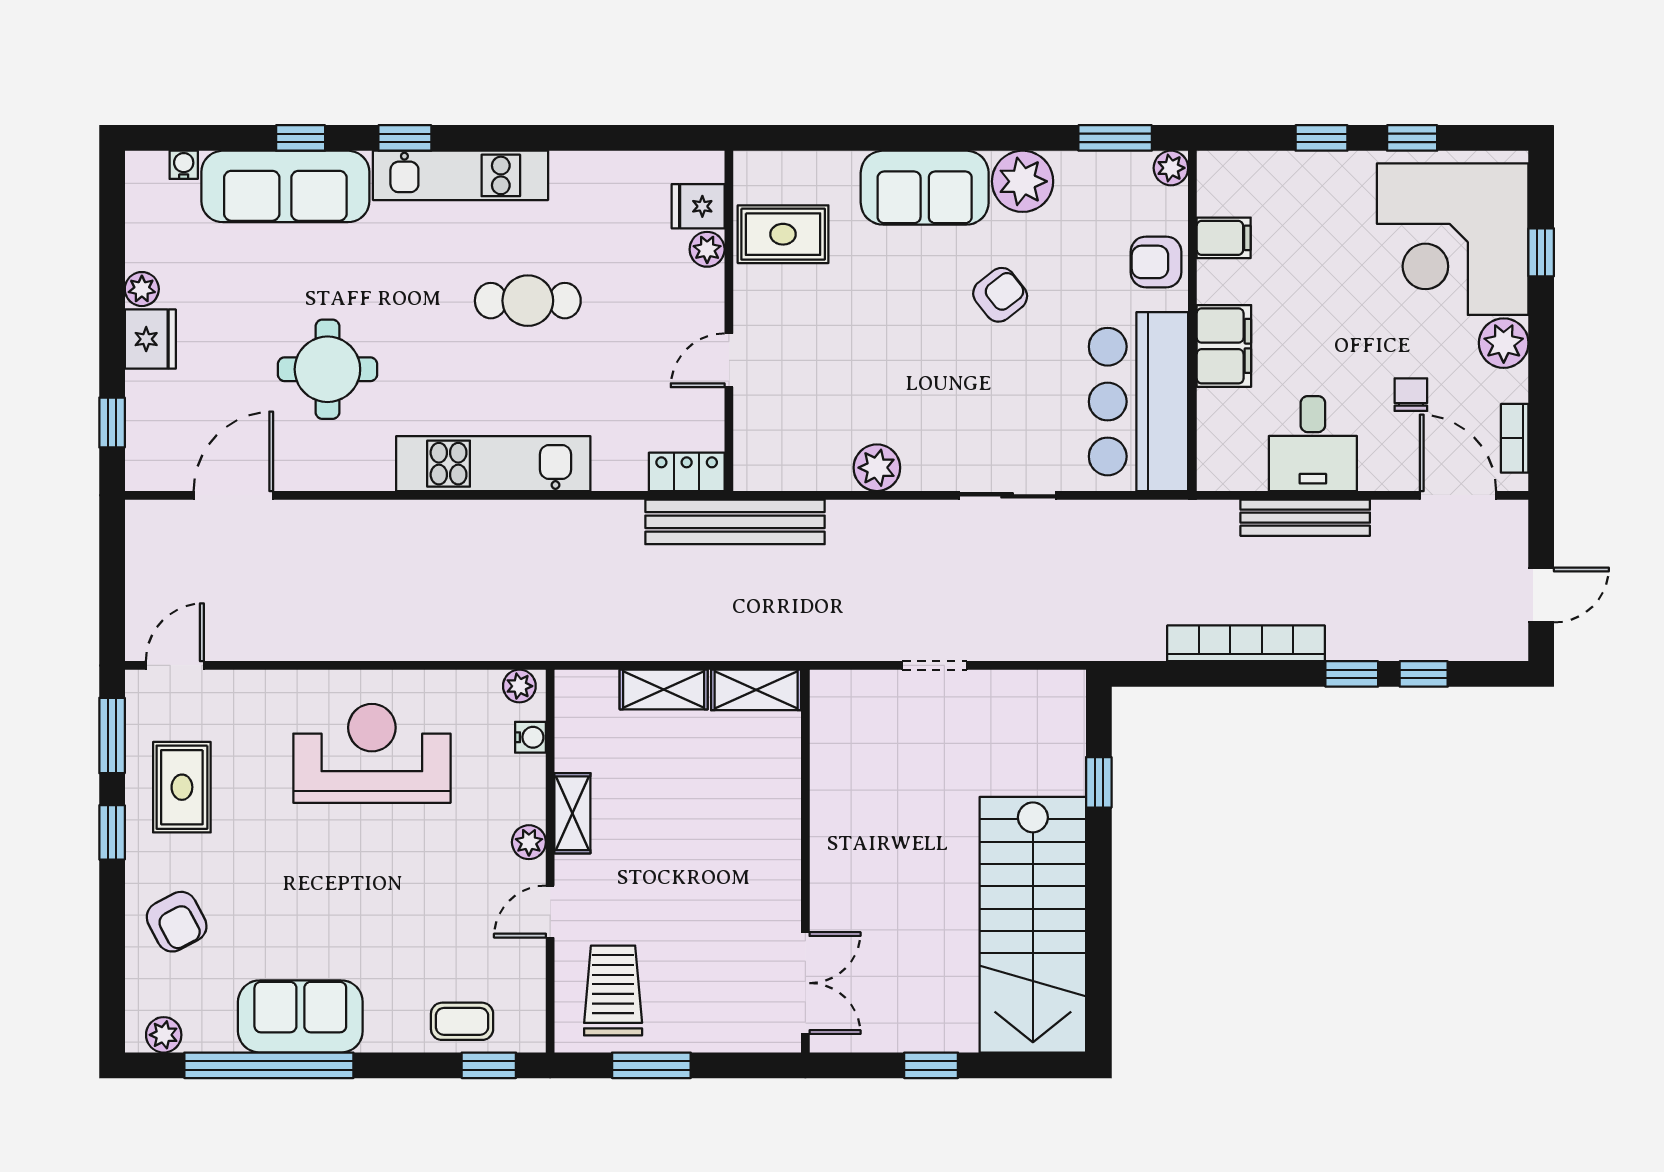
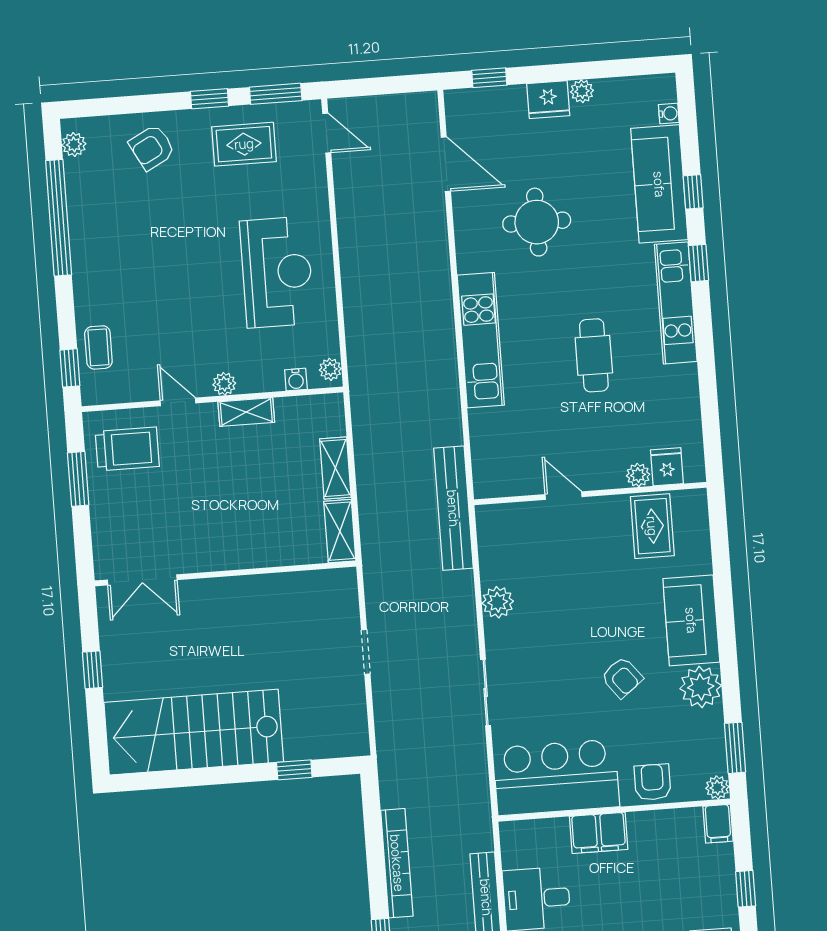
filing cabinet: (1224, 238) -> (718, 824), moved
locker: (687, 472) -> (485, 473), removed
sofa: (300, 1016) -> (94, 237), removed

